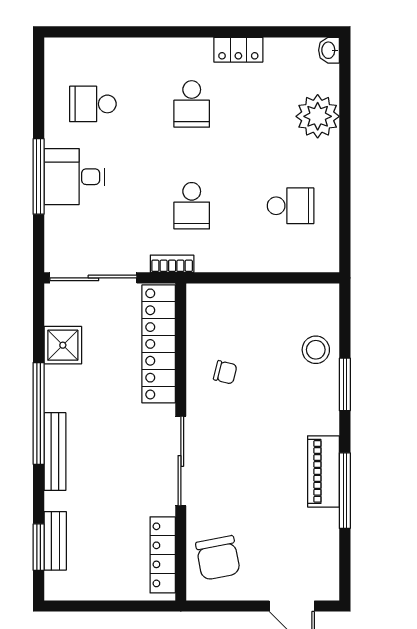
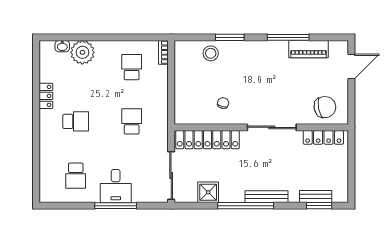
washbasin: (329, 50) -> (62, 46), moved
school desk: (192, 206) -> (132, 121), turned -90
bookcase: (172, 264) -> (163, 52), moved
piano: (323, 471) -> (309, 49), moved

